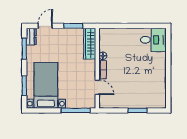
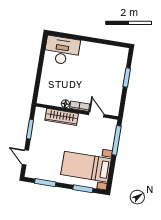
dresser: (31, 37) -> (34, 173), removed
desk: (153, 40) -> (62, 51), width x1.37
wardrobe: (90, 44) -> (62, 117), moved
door: (97, 87) -> (96, 115), hinge flipped

